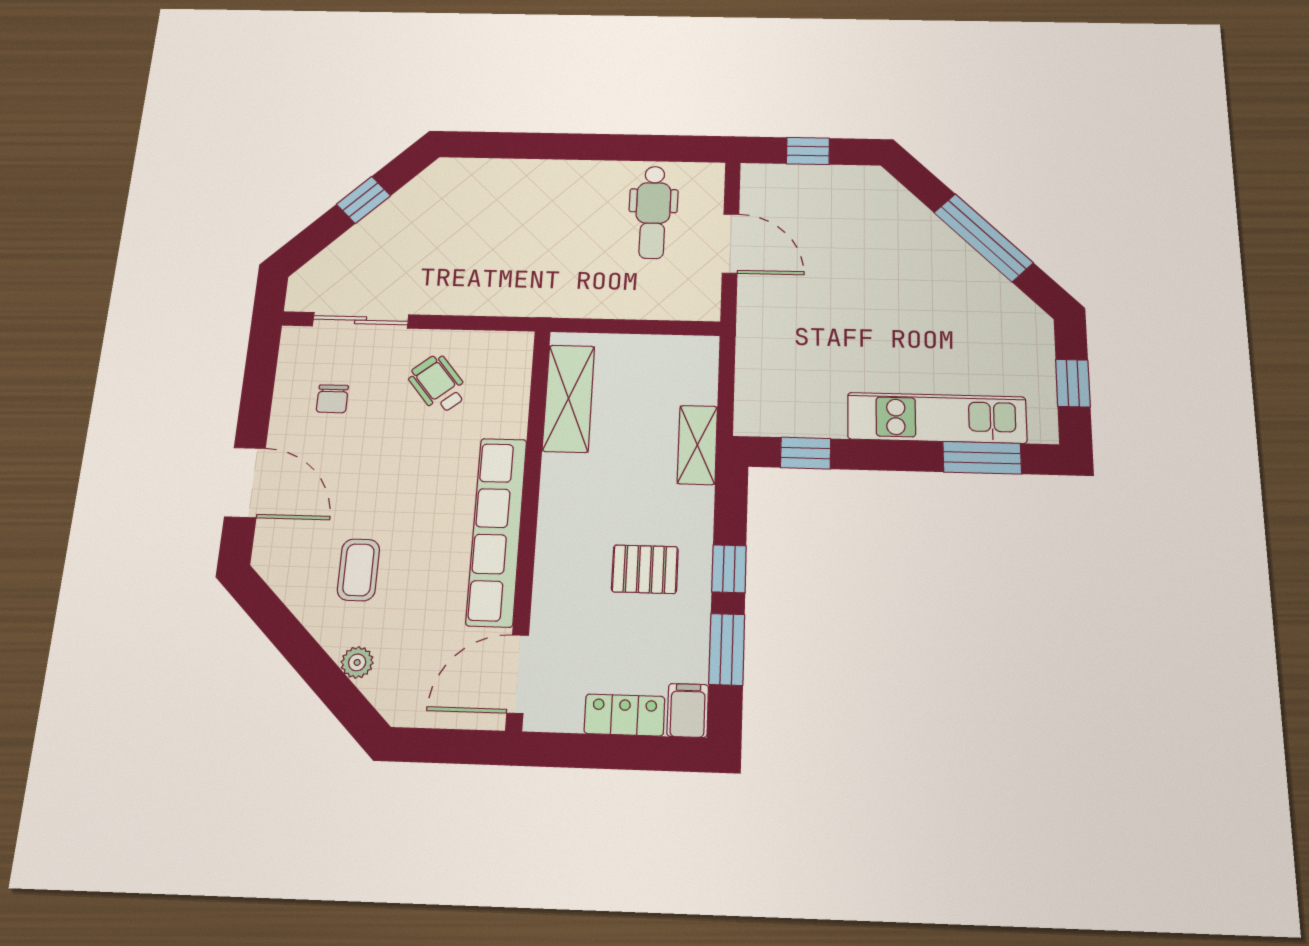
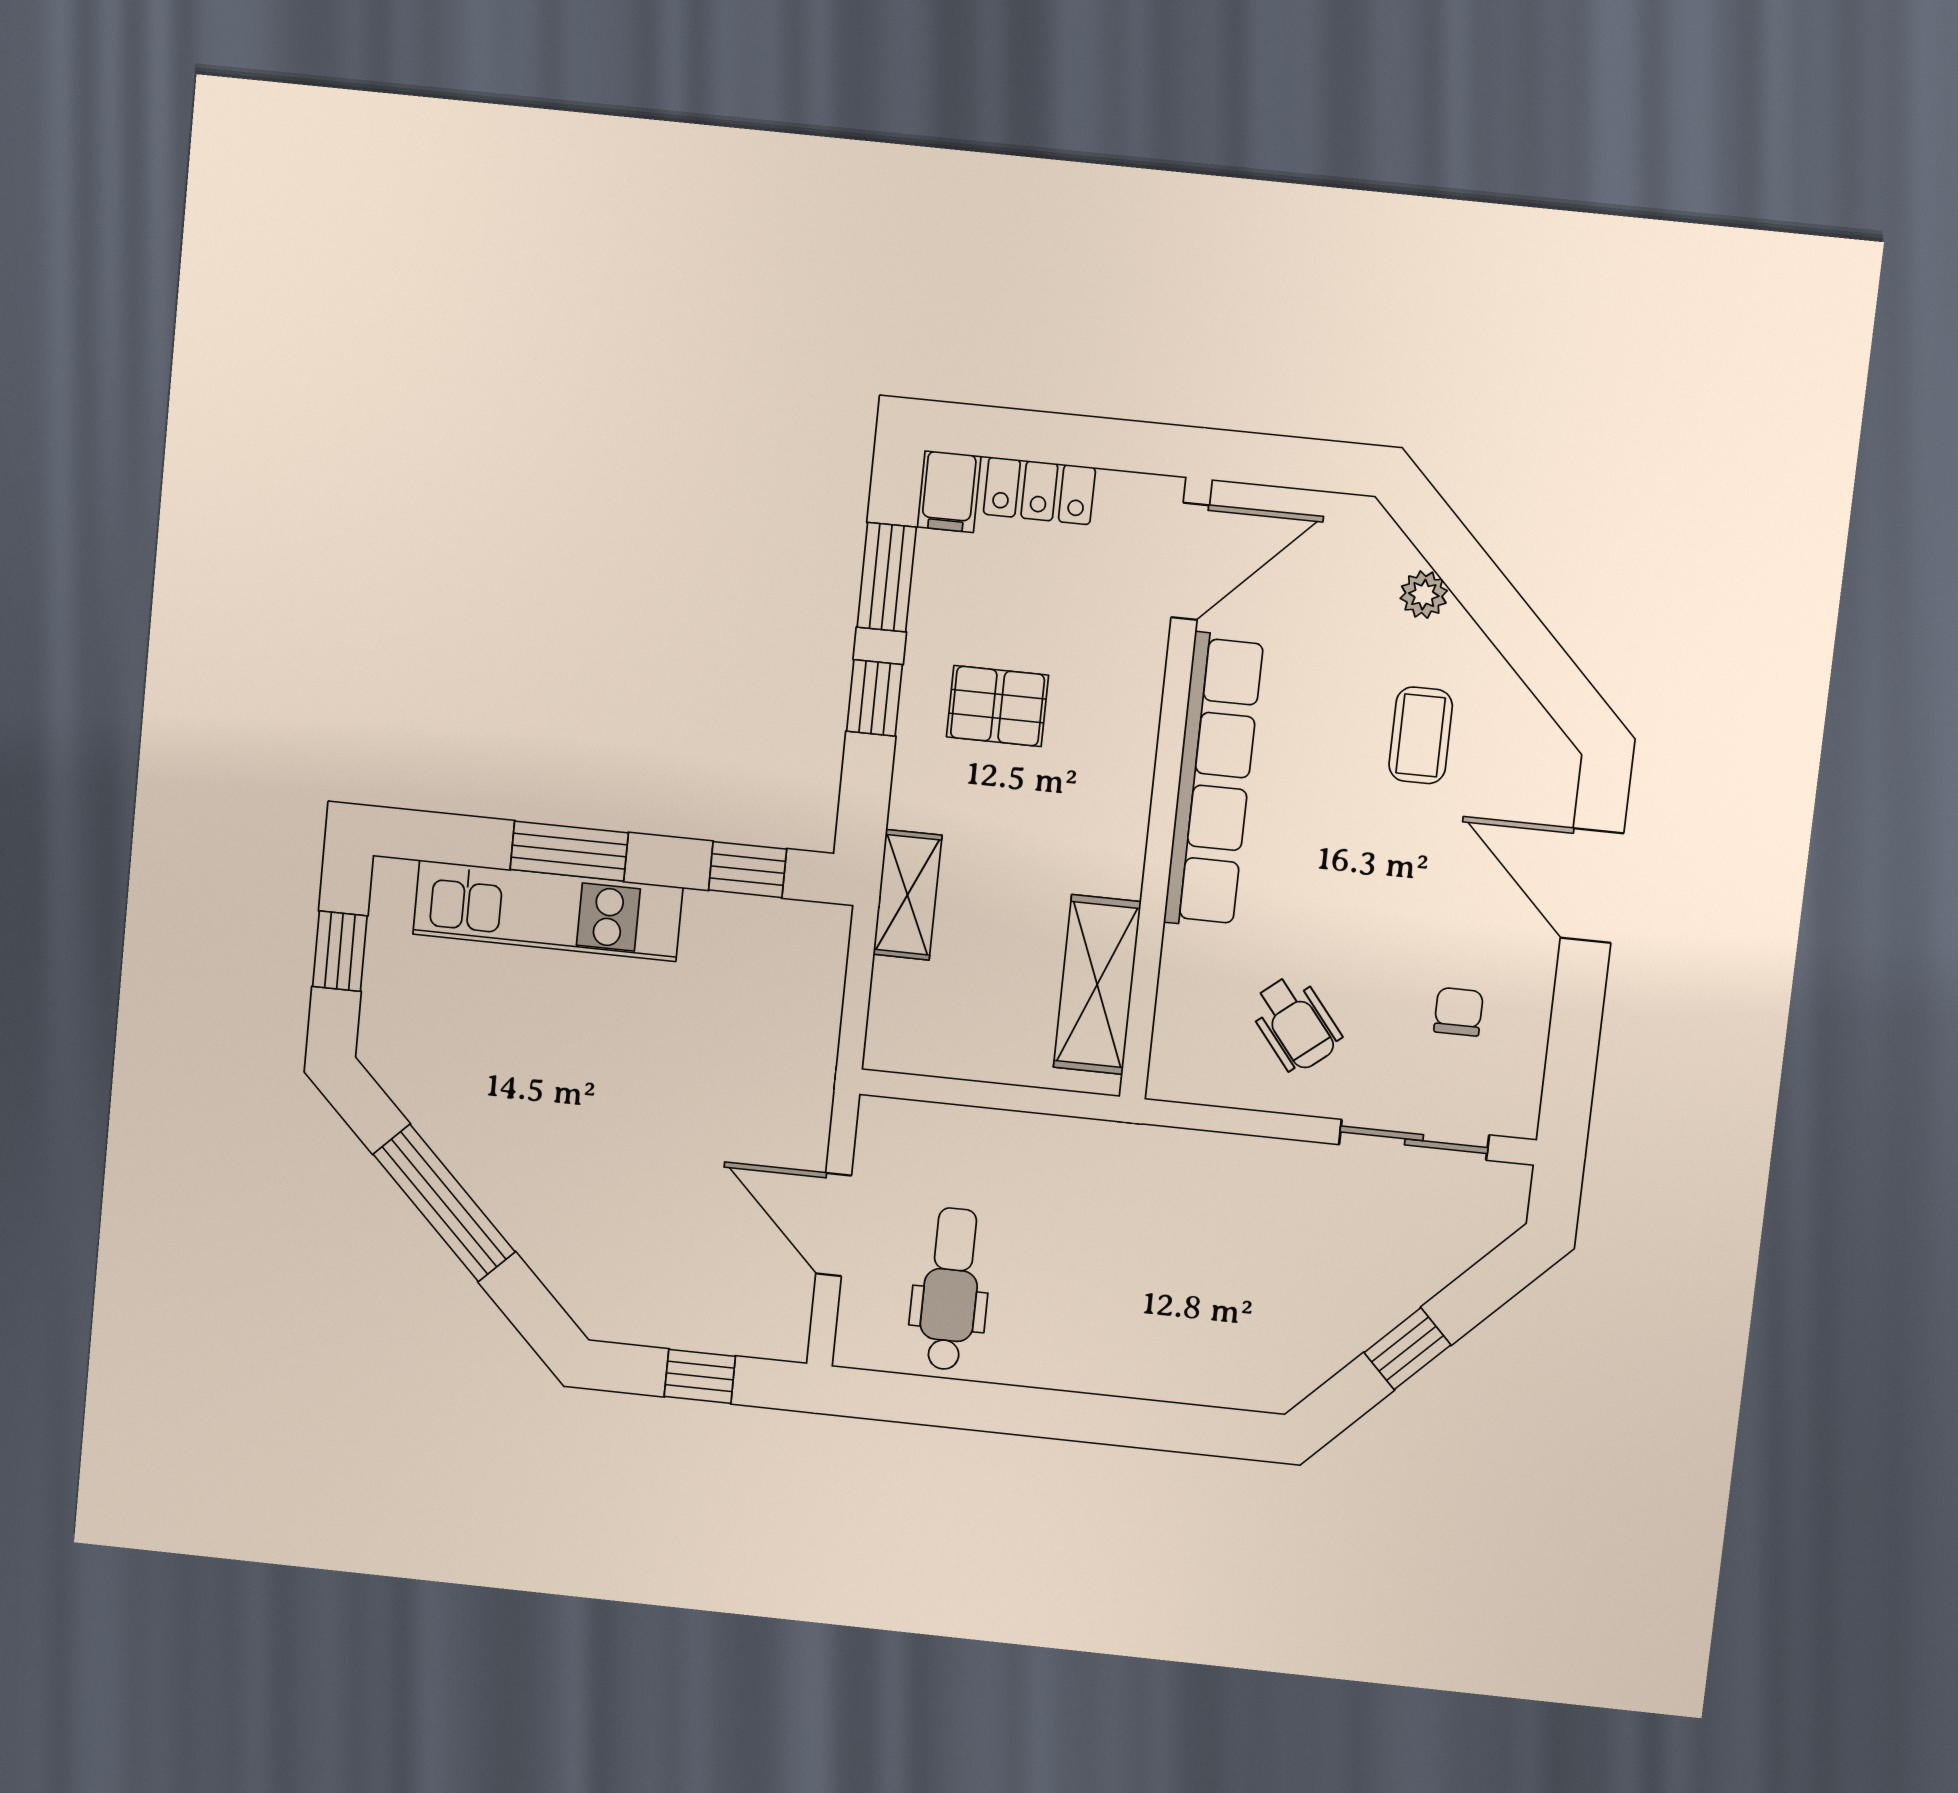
window: (982, 458) -> (569, 851), moved

